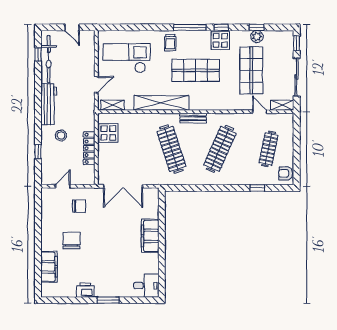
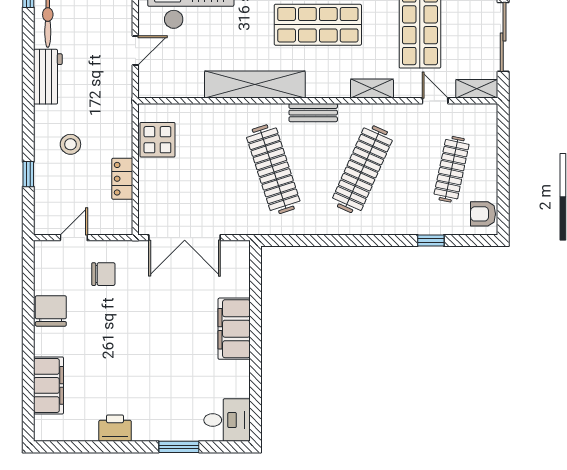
workbench: (49, 104) -> (48, 77), width x0.73
shelving: (113, 105) -> (372, 89), moved
locker: (89, 148) -> (122, 179), width x0.66
chair: (72, 240) -> (51, 311), moved
window: (108, 300) -> (179, 447), moved

